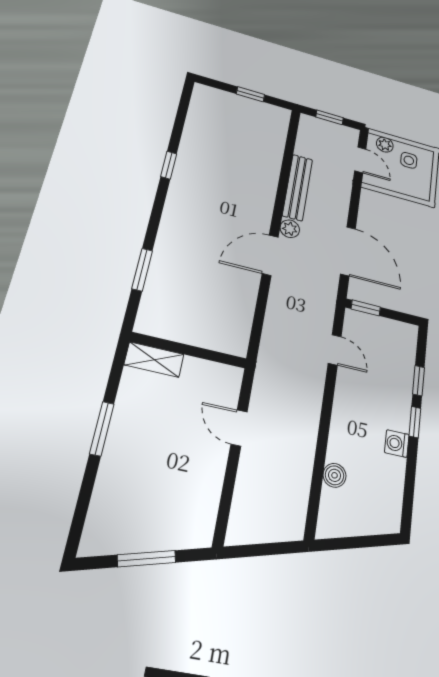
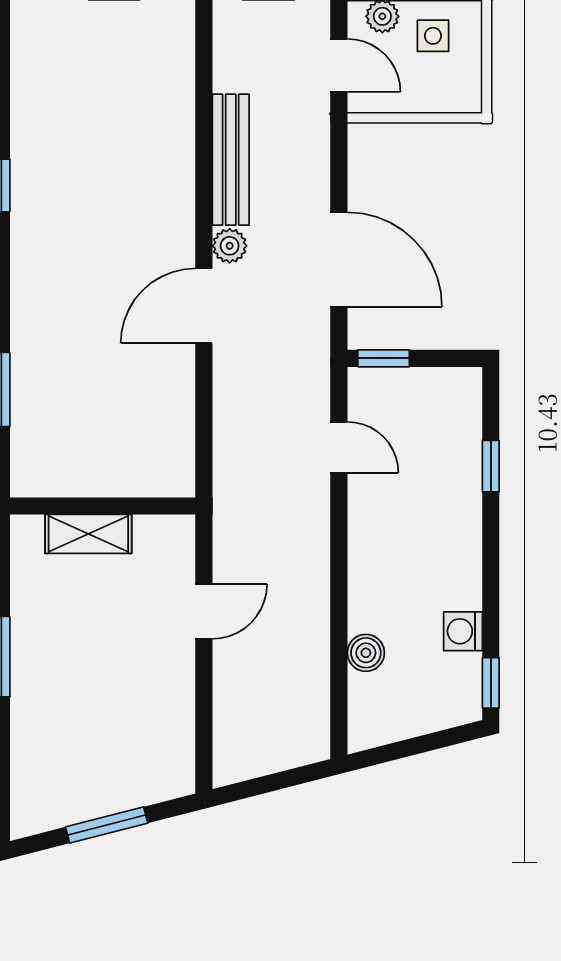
shelving: (154, 360) -> (88, 534), moved
window: (415, 422) -> (491, 683), moved
door: (239, 428) -> (204, 611), swing flipped
washing machine: (397, 443) -> (463, 631), moved

